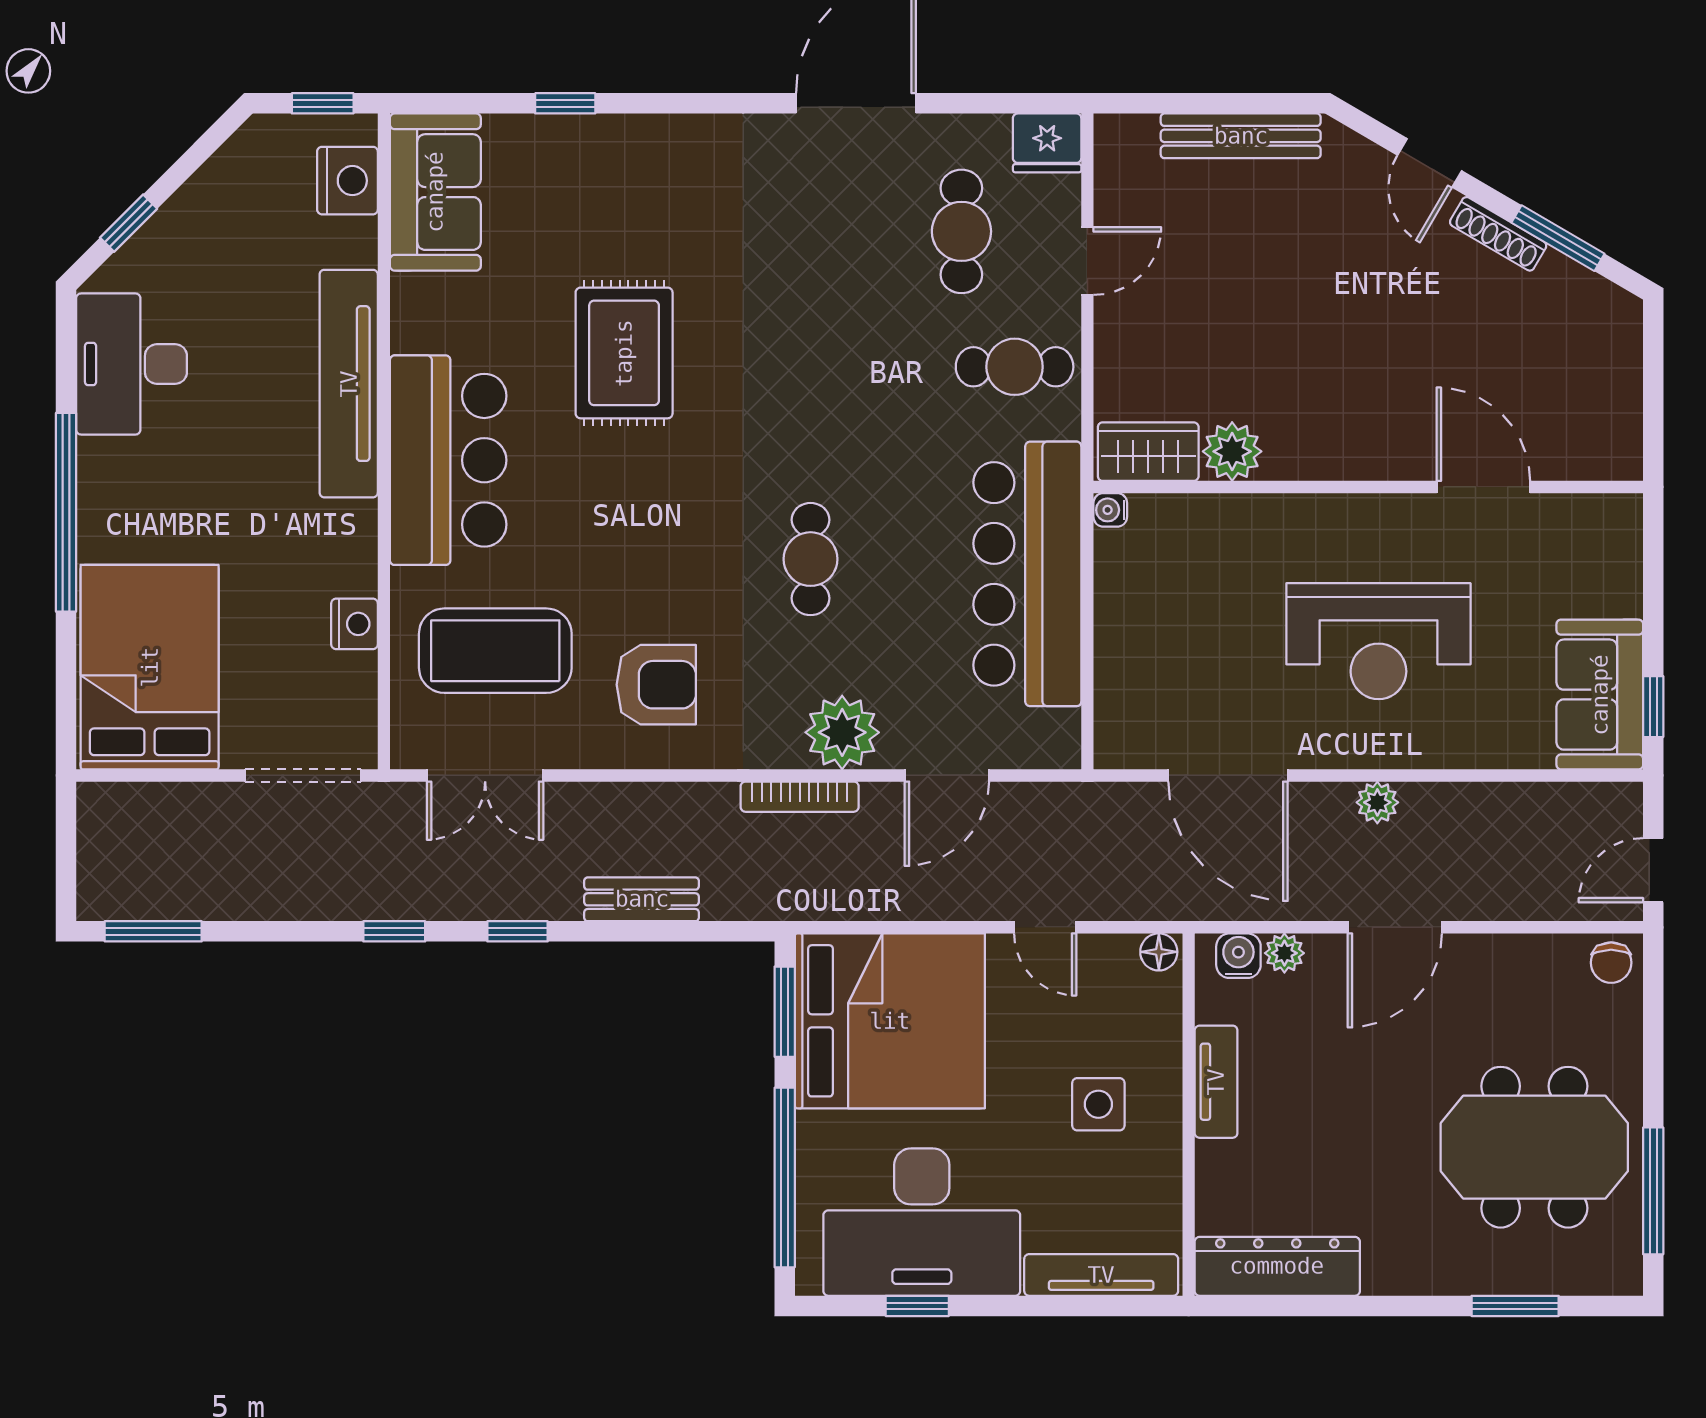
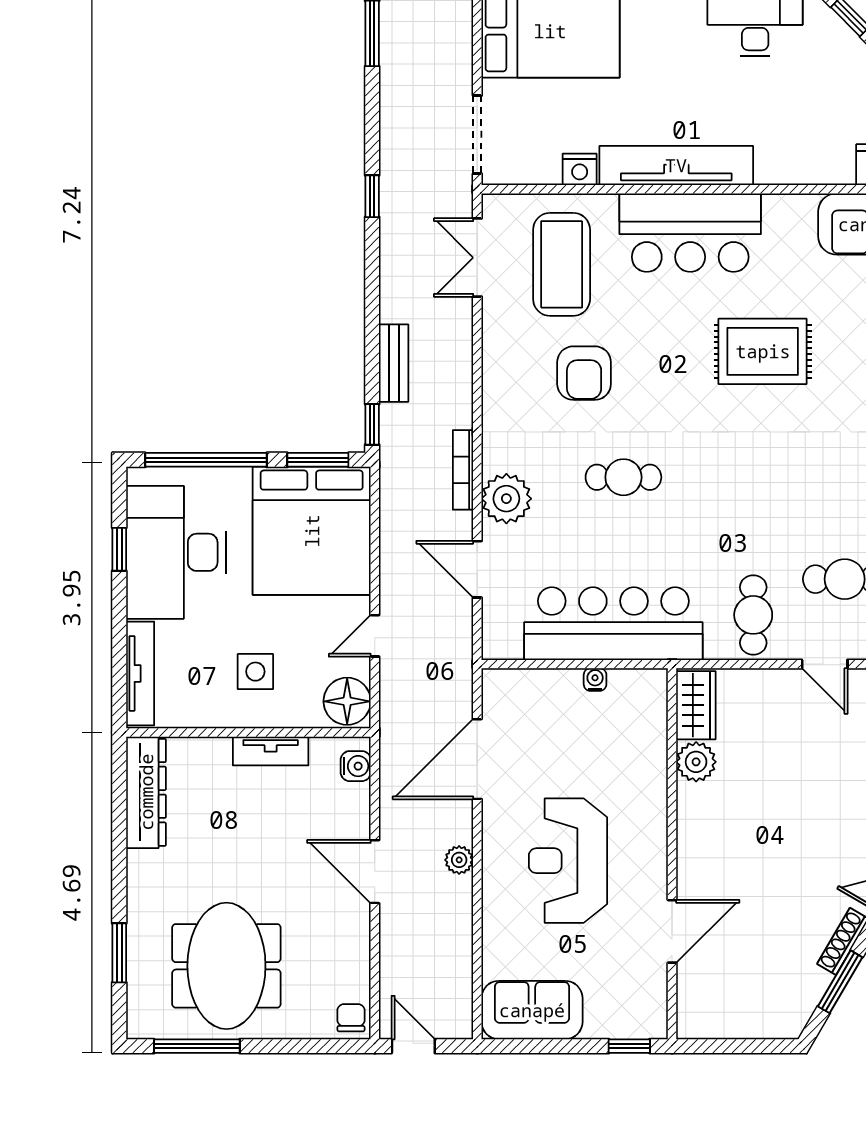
tv unit: (349, 384) -> (676, 165), moved
water cooler: (1110, 510) -> (595, 680), moved
armchair: (656, 685) -> (584, 373), moved
window: (1653, 707) -> (629, 1046), moved
window: (517, 931) -> (372, 424), moved
floor lamp: (1159, 952) -> (347, 701), width x1.89, depth x1.89
plant: (1284, 953) -> (357, 797), removed
chair: (1611, 963) -> (351, 1018), turned 90

